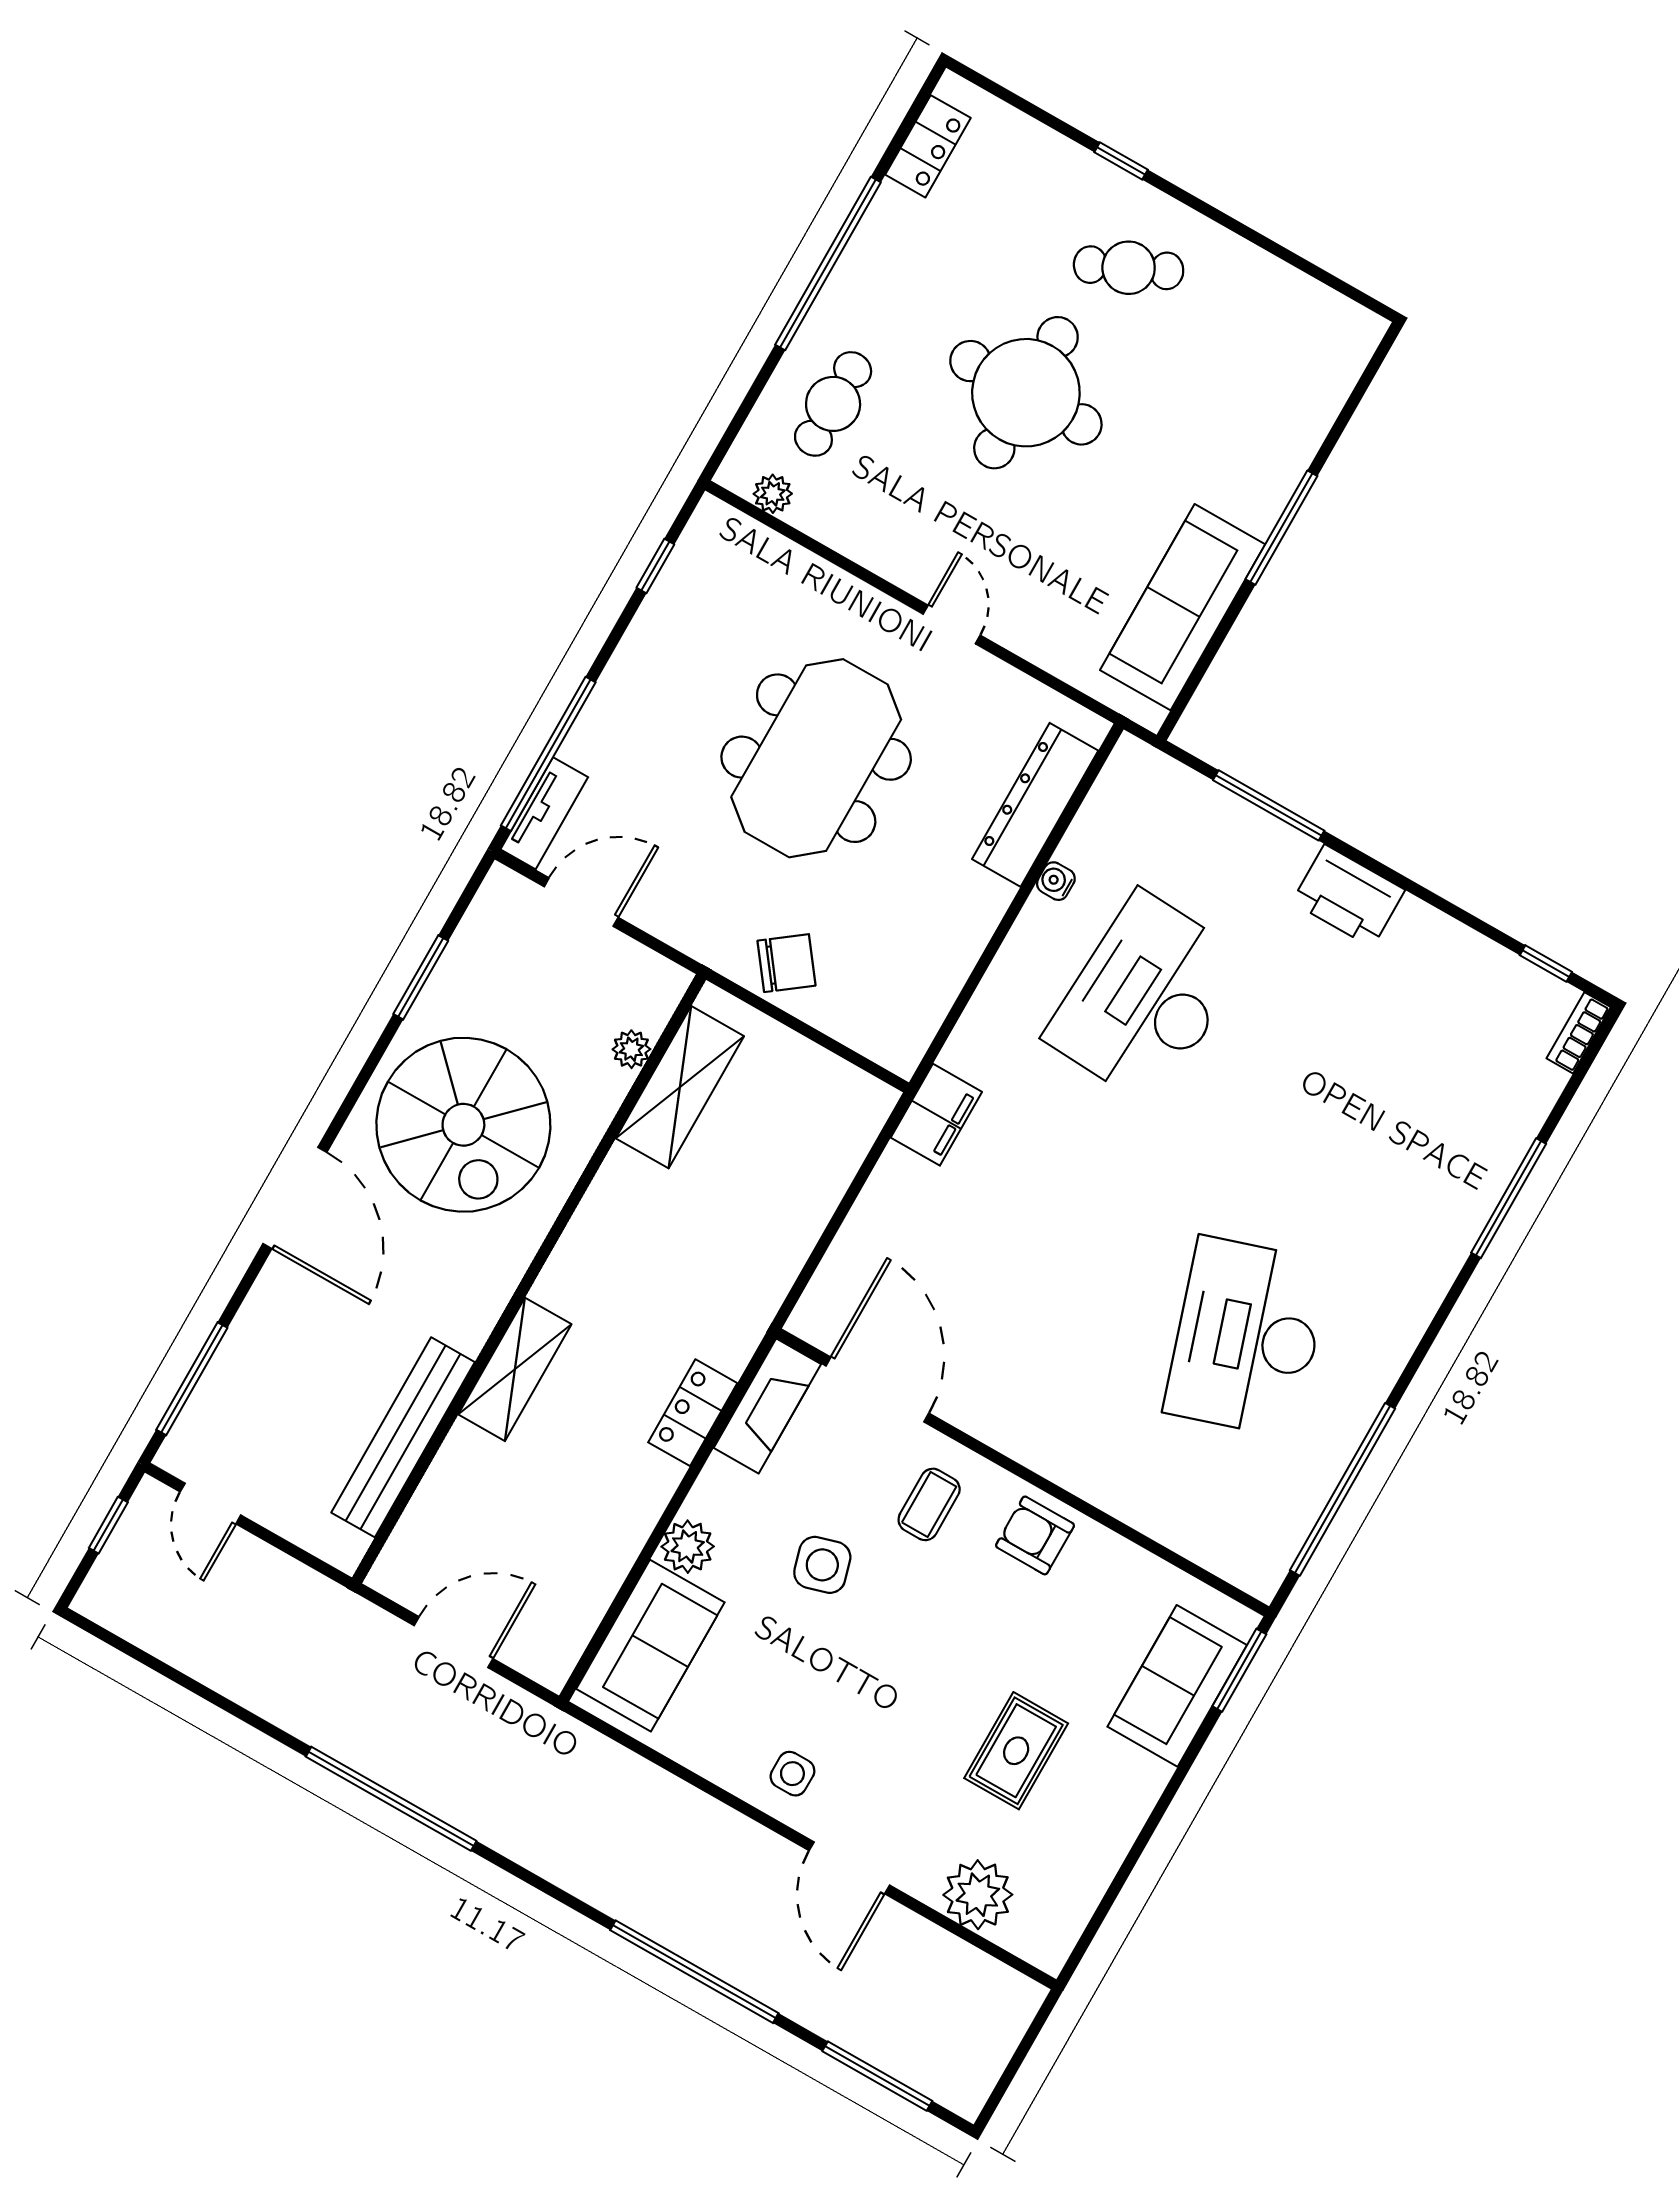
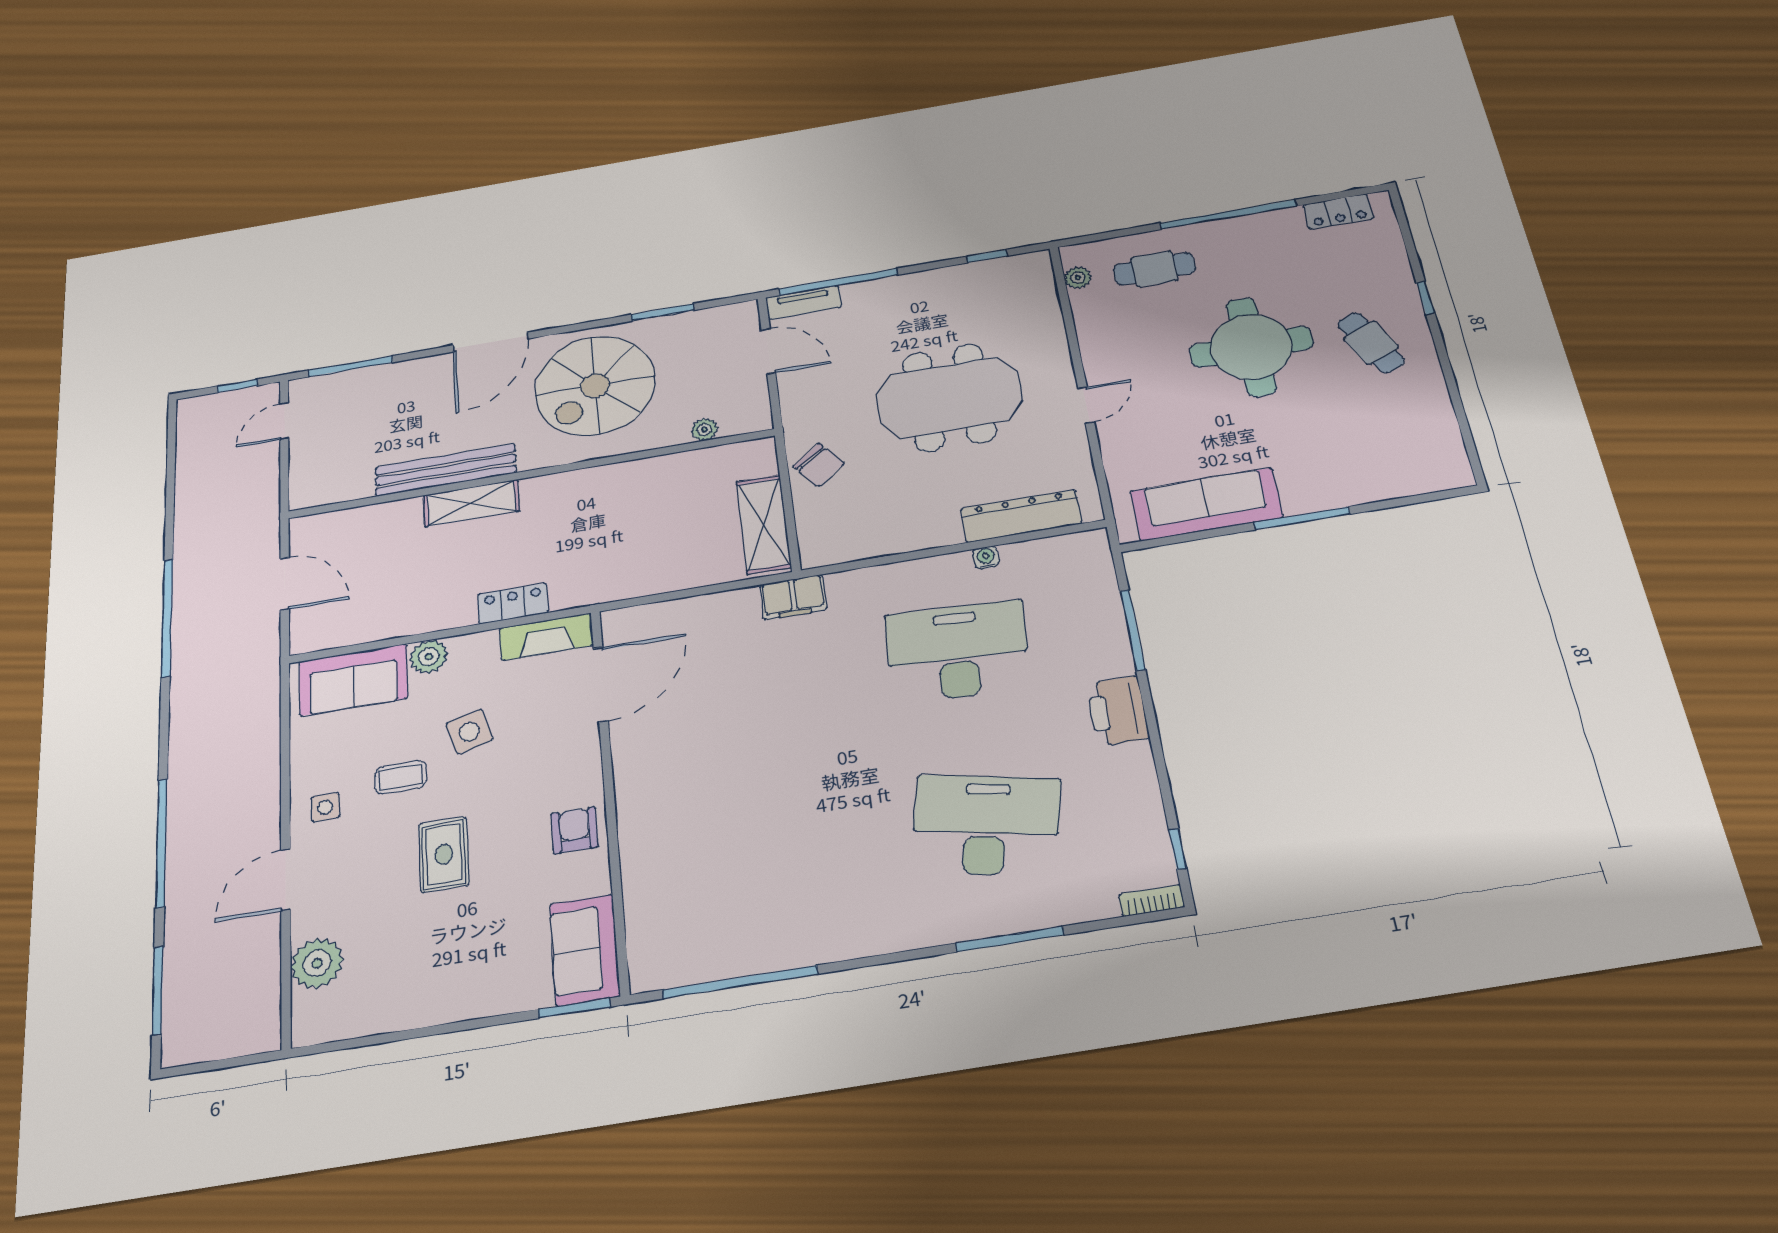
shelving: (680, 1087) -> (764, 524), moved, turned 90
desk: (1247, 1337) -> (986, 825), moved, turned 30
bench: (403, 1437) -> (446, 470), moved
coffee table: (929, 1504) -> (401, 777), moved
sofa: (1177, 1686) -> (585, 950), moved, turned -90
rug: (1016, 1751) -> (444, 854), moved, turned 90

